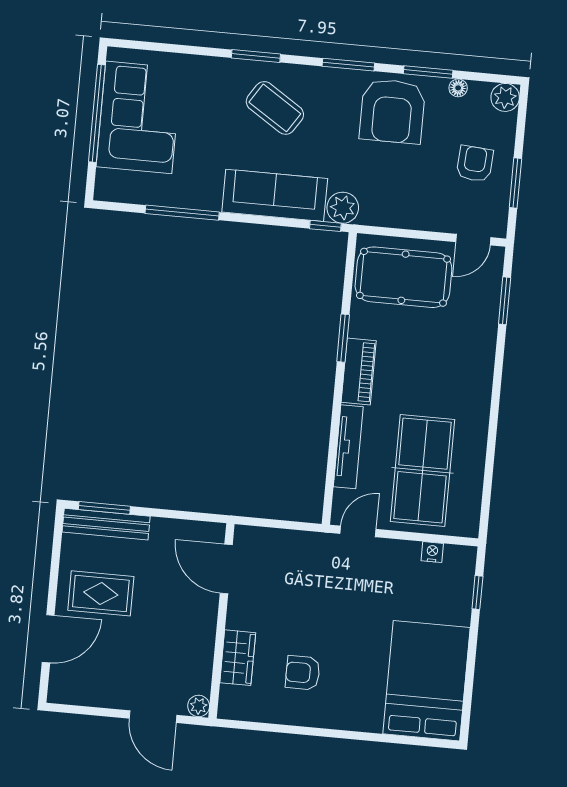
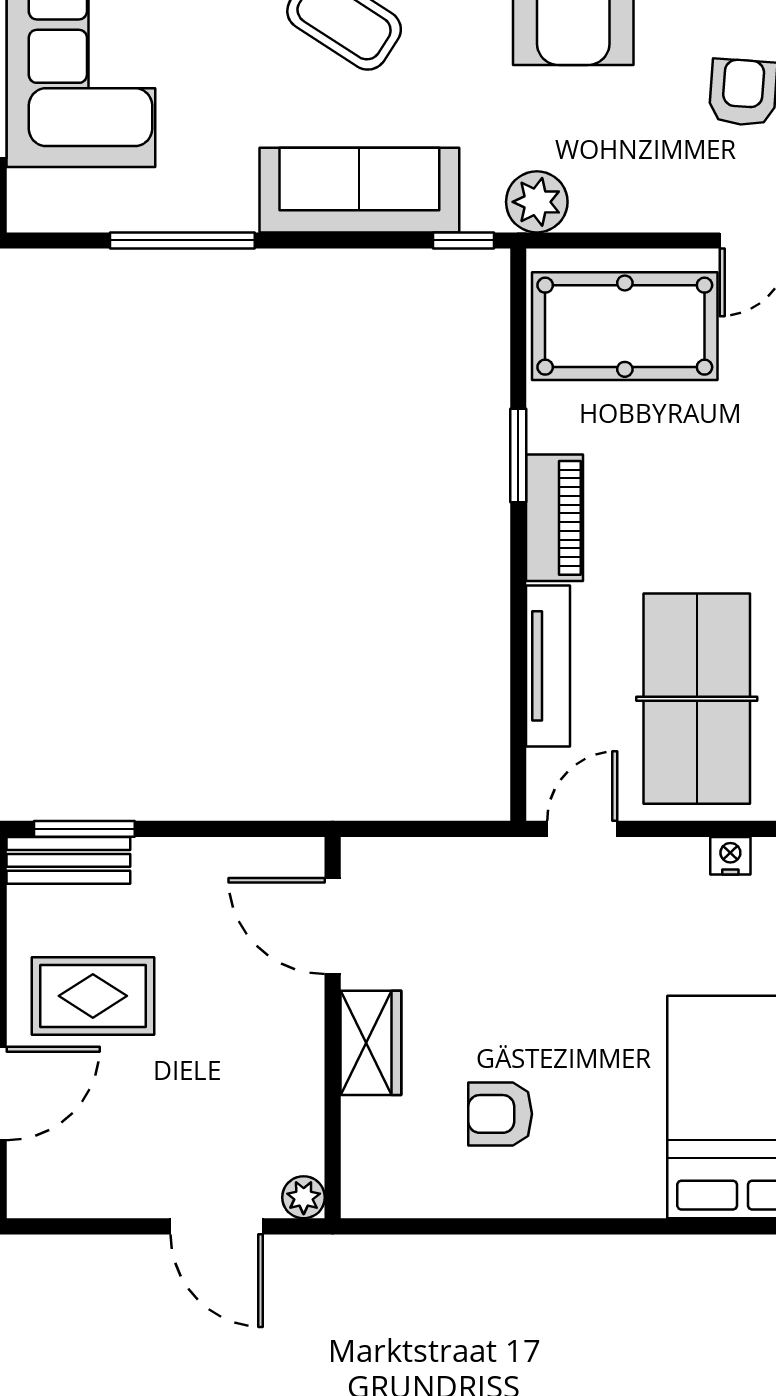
plant: (343, 208) -> (537, 202), moved
bench: (106, 524) -> (68, 860), width x0.73
wardrobe: (238, 658) -> (371, 1043), moved

